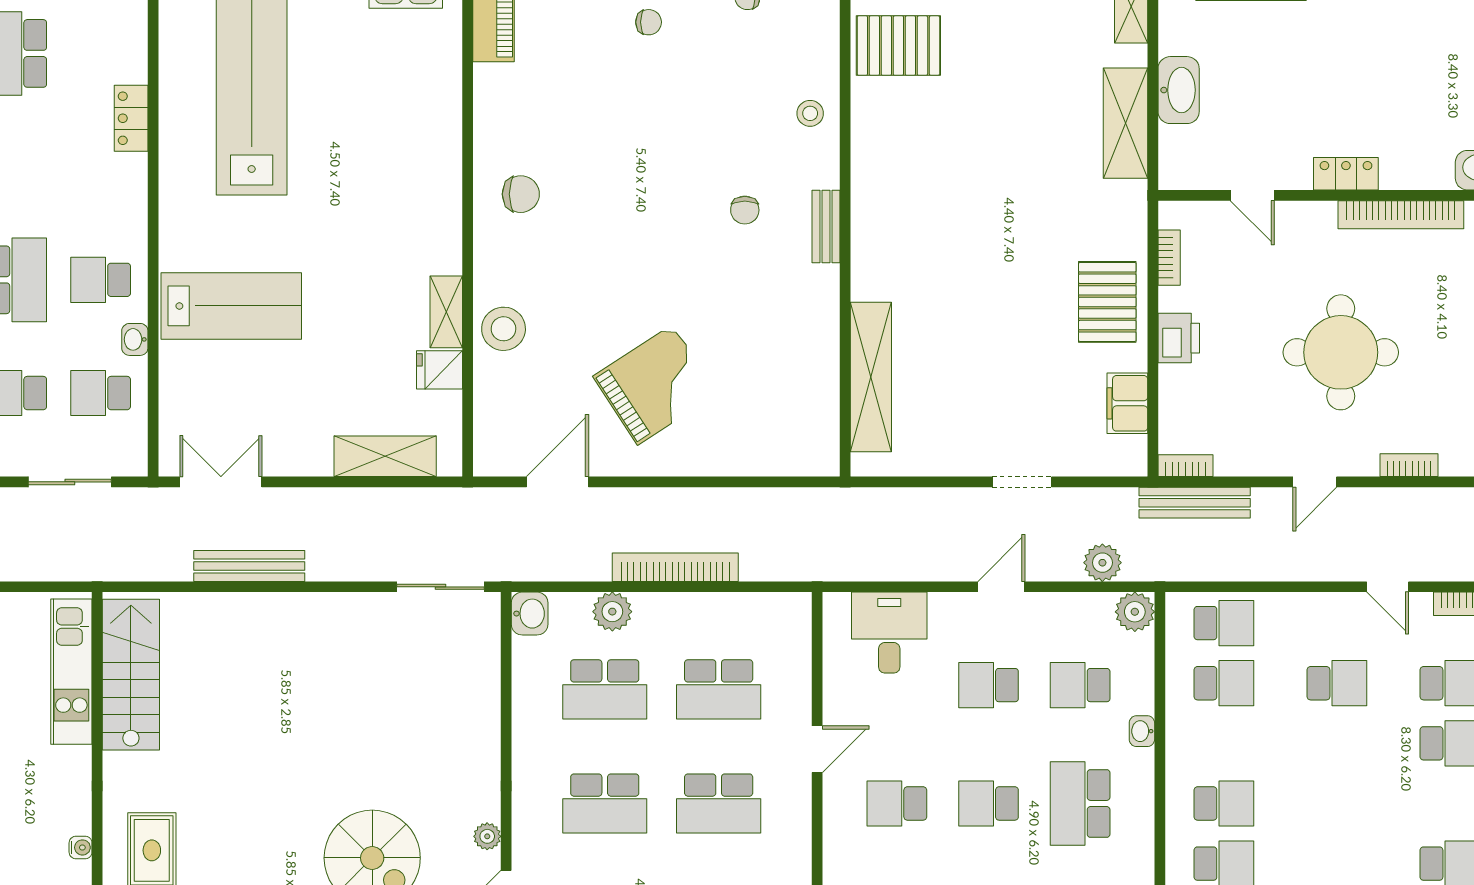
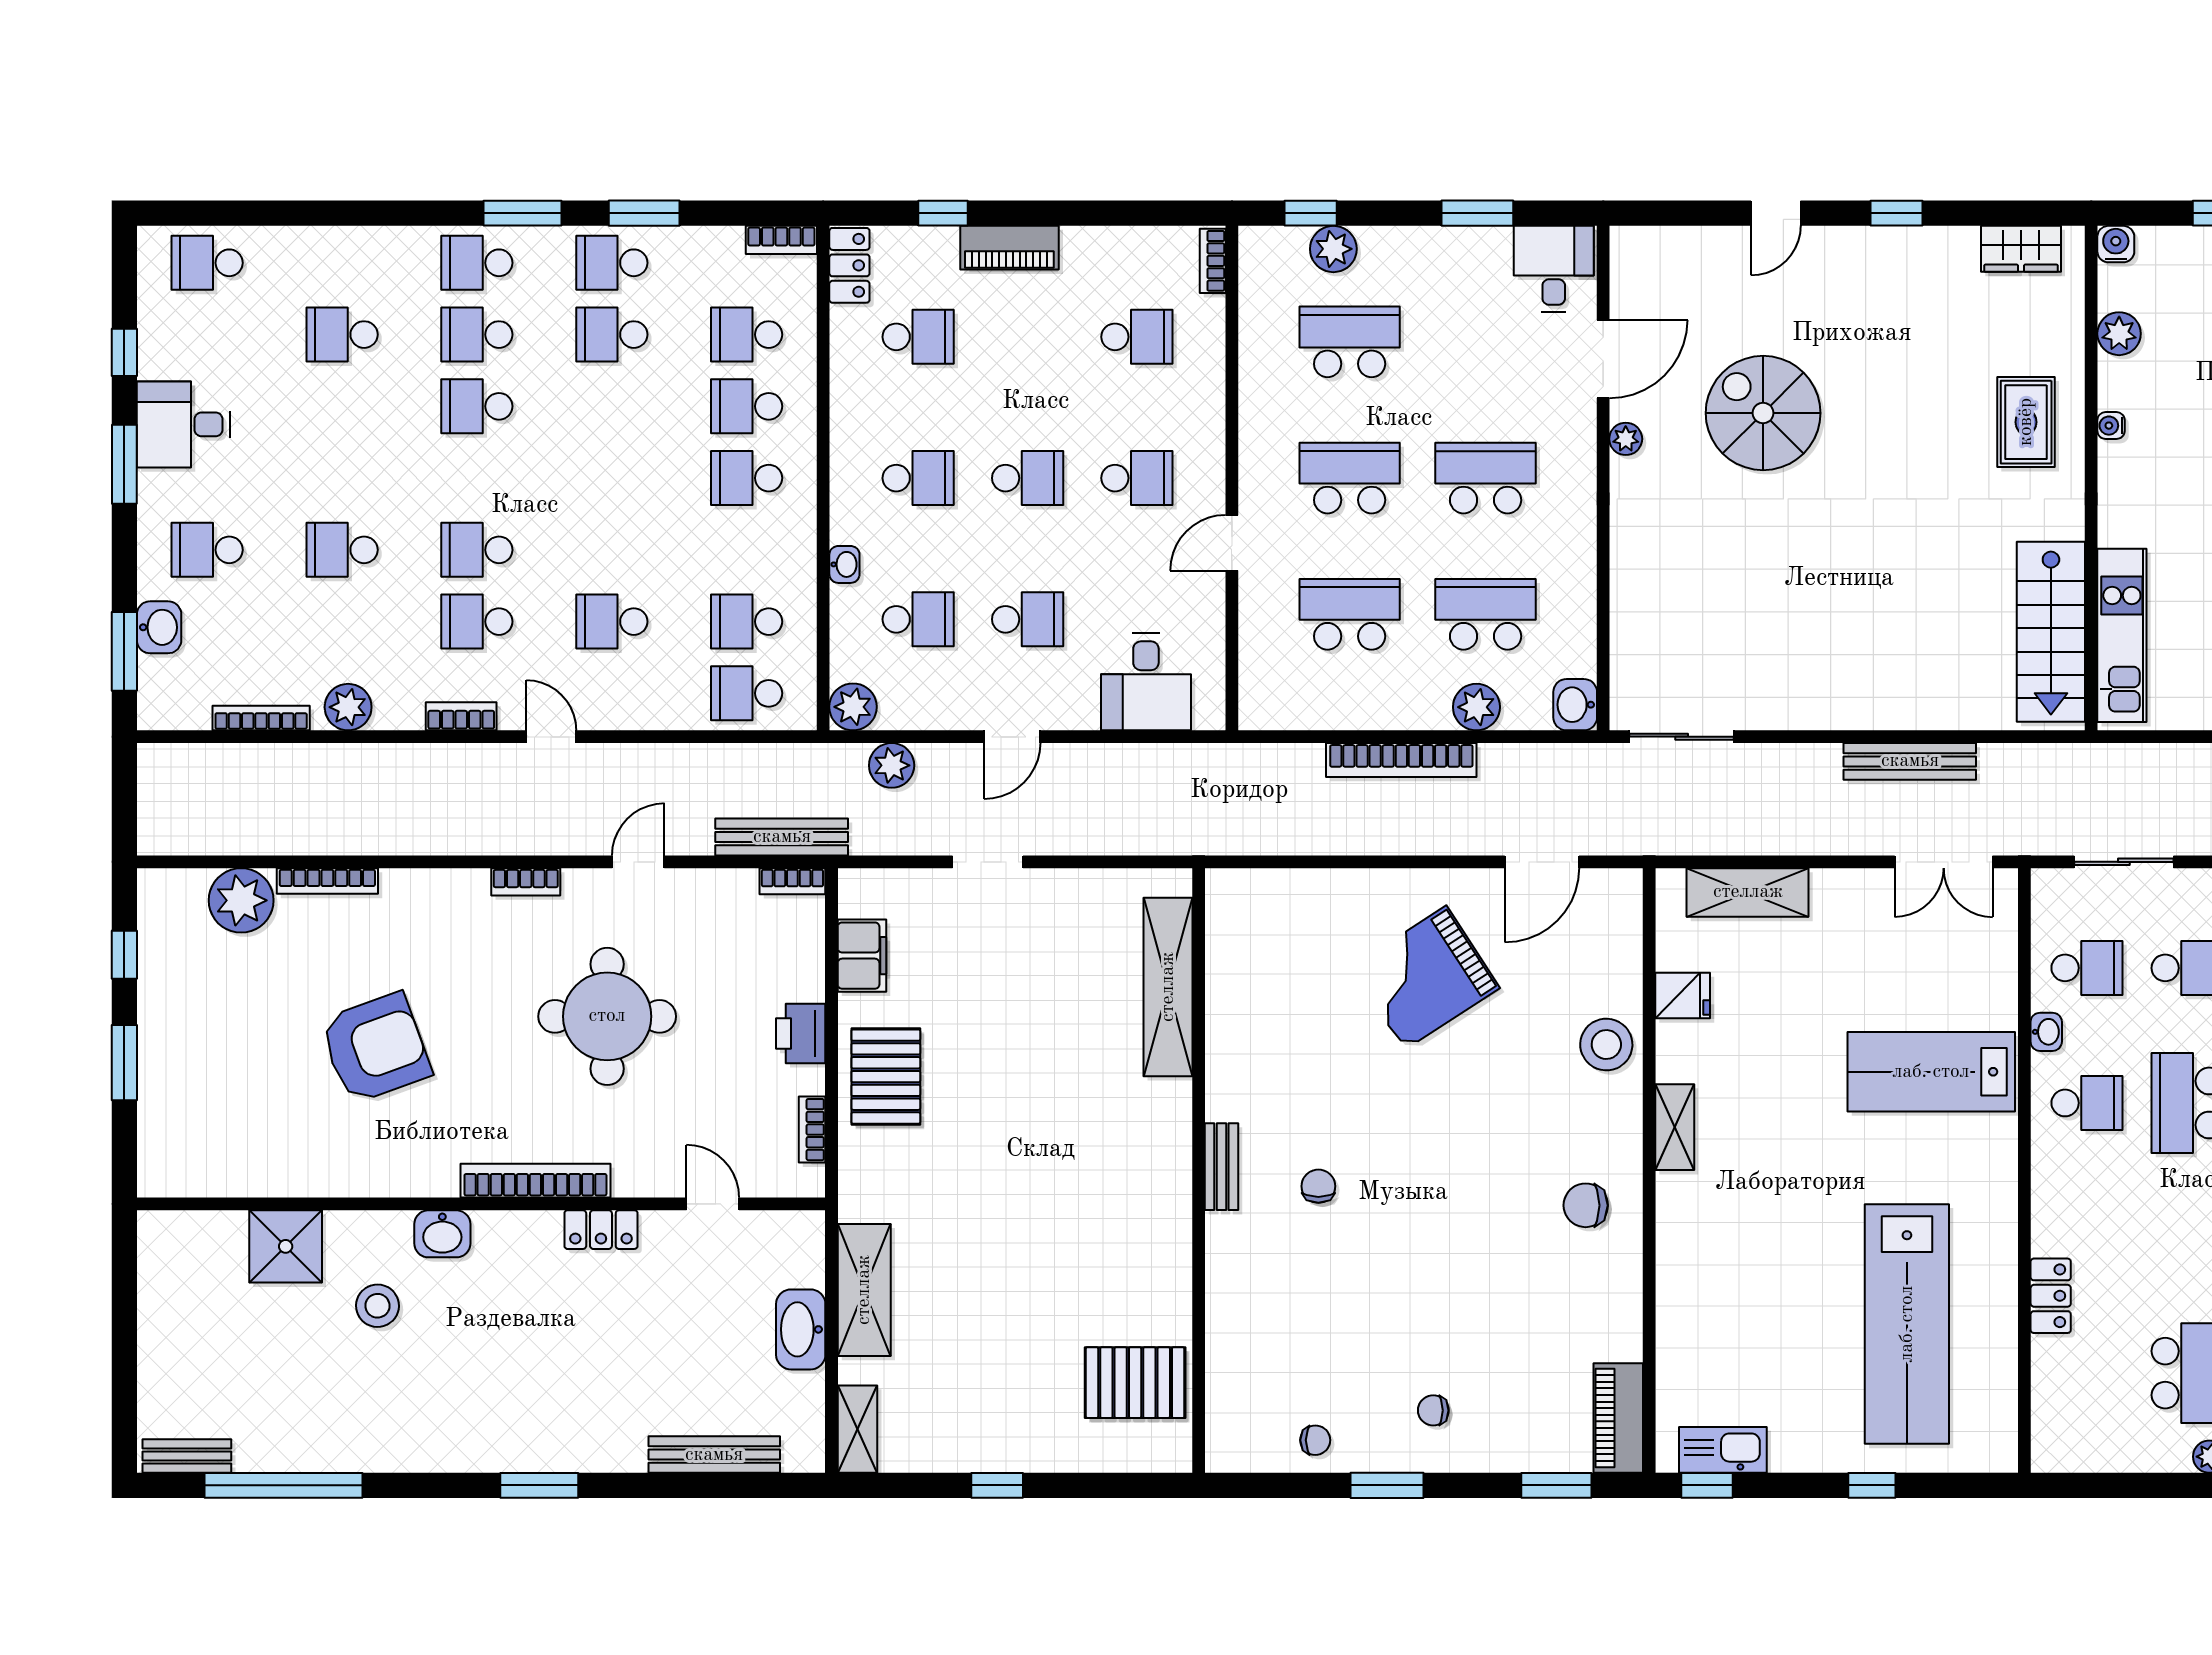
stool: (810, 113) -> (1240, 1302), removed
shelving: (446, 312) -> (1675, 1127), moved
school desk: (1080, 803) -> (918, 478), width x0.54

